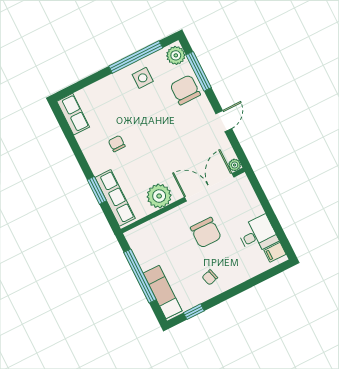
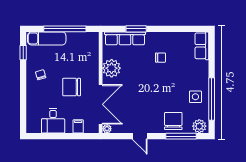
chair: (185, 90) -> (173, 121), turned -90
row of seats: (73, 114) -> (202, 46), moved, turned 90
filing cabinet: (275, 252) -> (78, 126), moved

